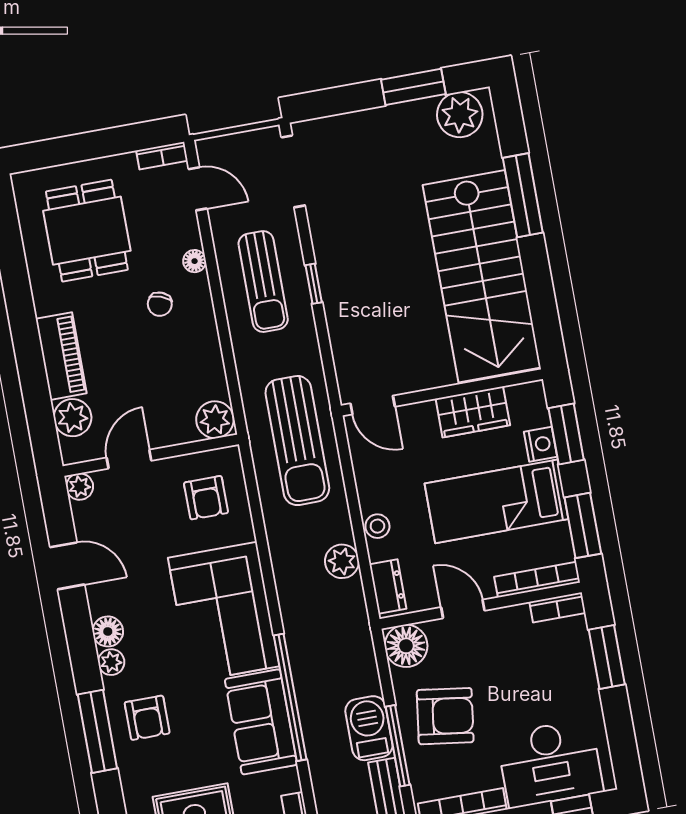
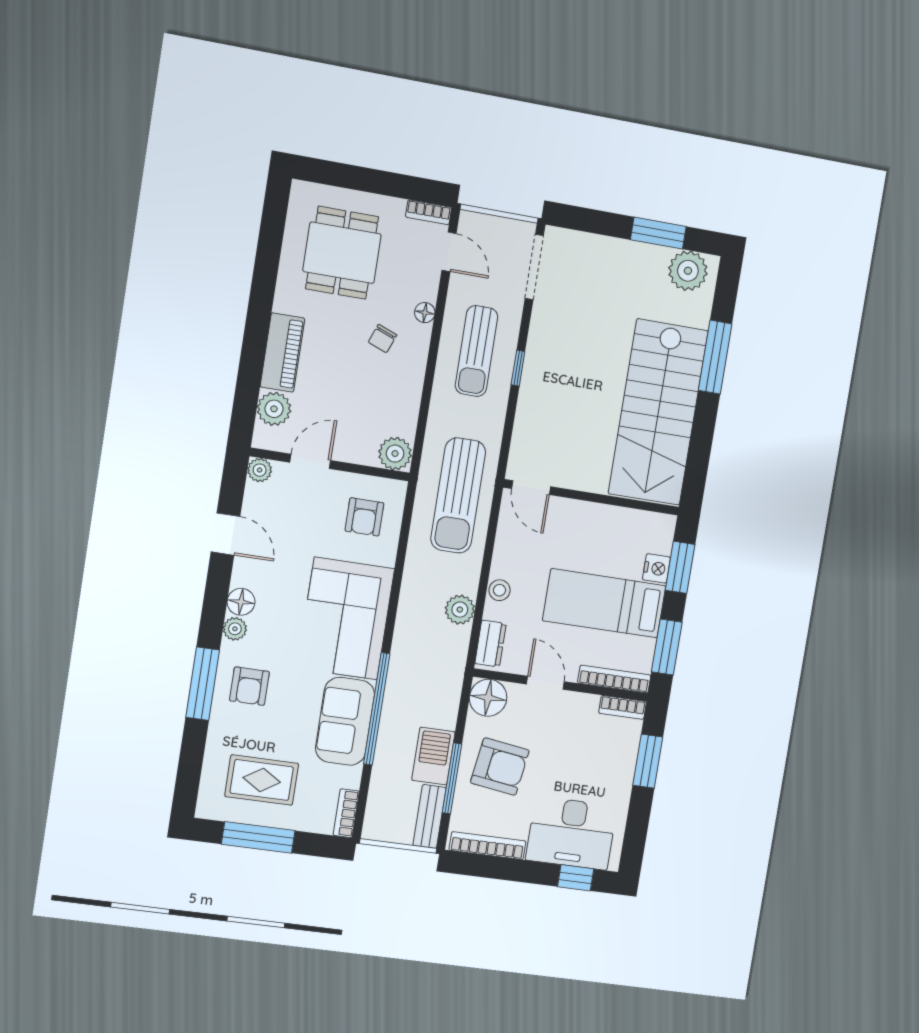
wardrobe: (473, 412) -> (611, 522), removed

